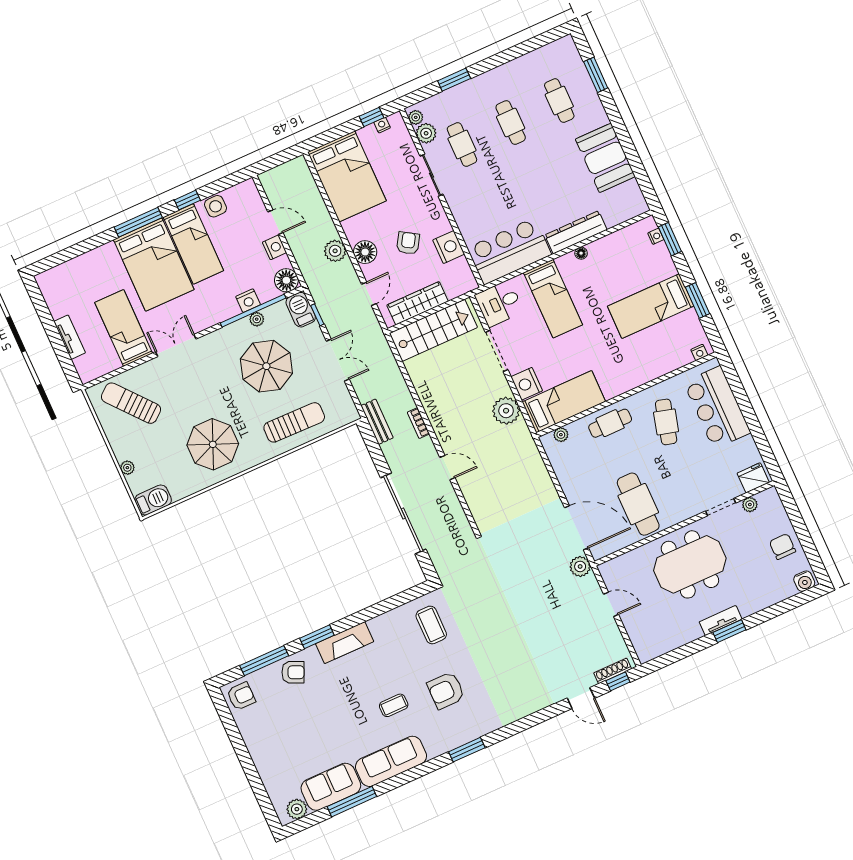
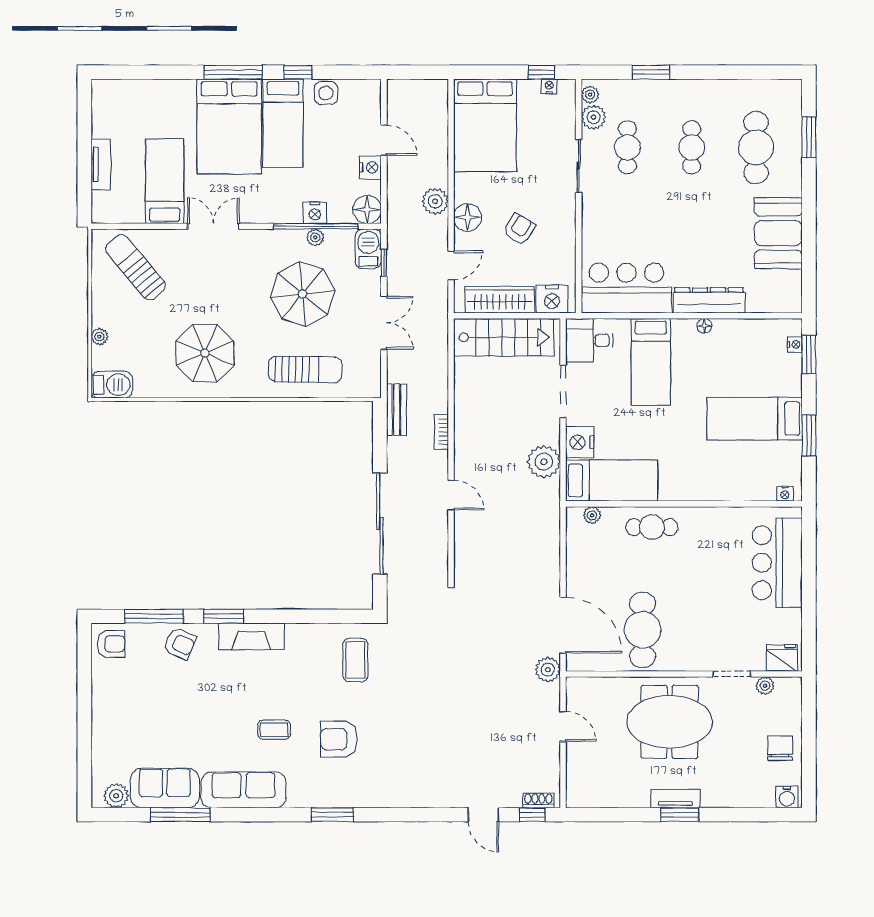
cafe table: (559, 101) -> (756, 147), width x1.37, depth x1.35
nightstand: (449, 247) -> (552, 299), moved, turned 90
cafe table: (666, 422) -> (714, 553), removed
shoe rack: (613, 671) -> (538, 800), width x0.70

